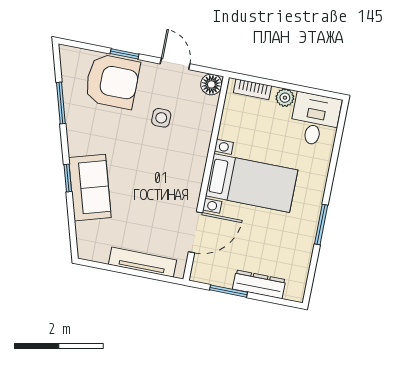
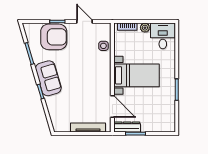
floor lamp: (211, 84) -> (105, 28), removed
side table: (161, 118) -> (103, 46), moved
sofa: (90, 188) -> (48, 78), moved
door: (195, 232) -> (112, 107), hinge flipped
dresser: (259, 284) -> (127, 127), moved

